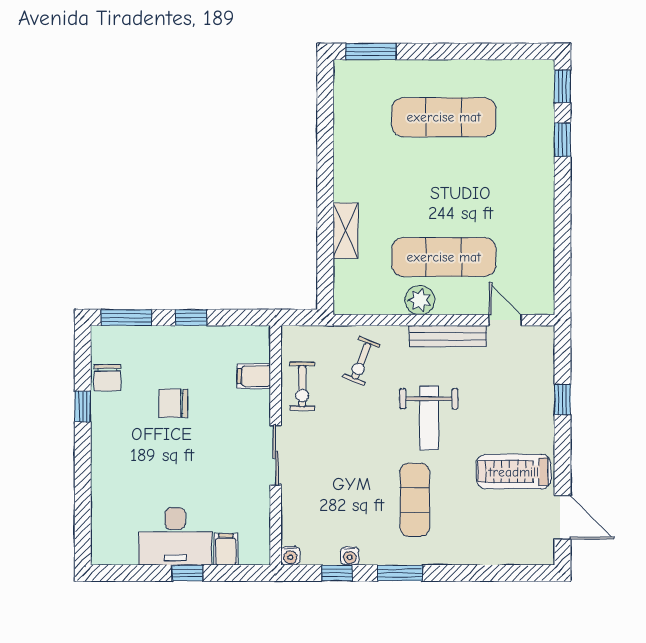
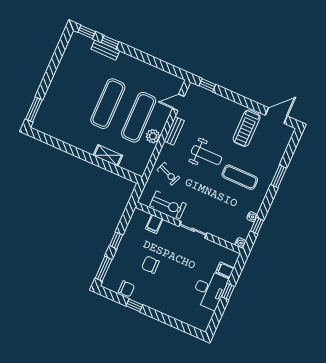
exercise mat: (444, 117) -> (108, 104), moved
bench: (544, 137) -> (105, 50), added
bench: (448, 336) -> (174, 131), width x0.73
exercise bike: (302, 386) -> (168, 205), width x1.38, depth x1.39
window: (562, 400) -> (207, 85), moved
chair: (173, 403) -> (150, 265), turned 90
window: (400, 573) -> (279, 176), moved

